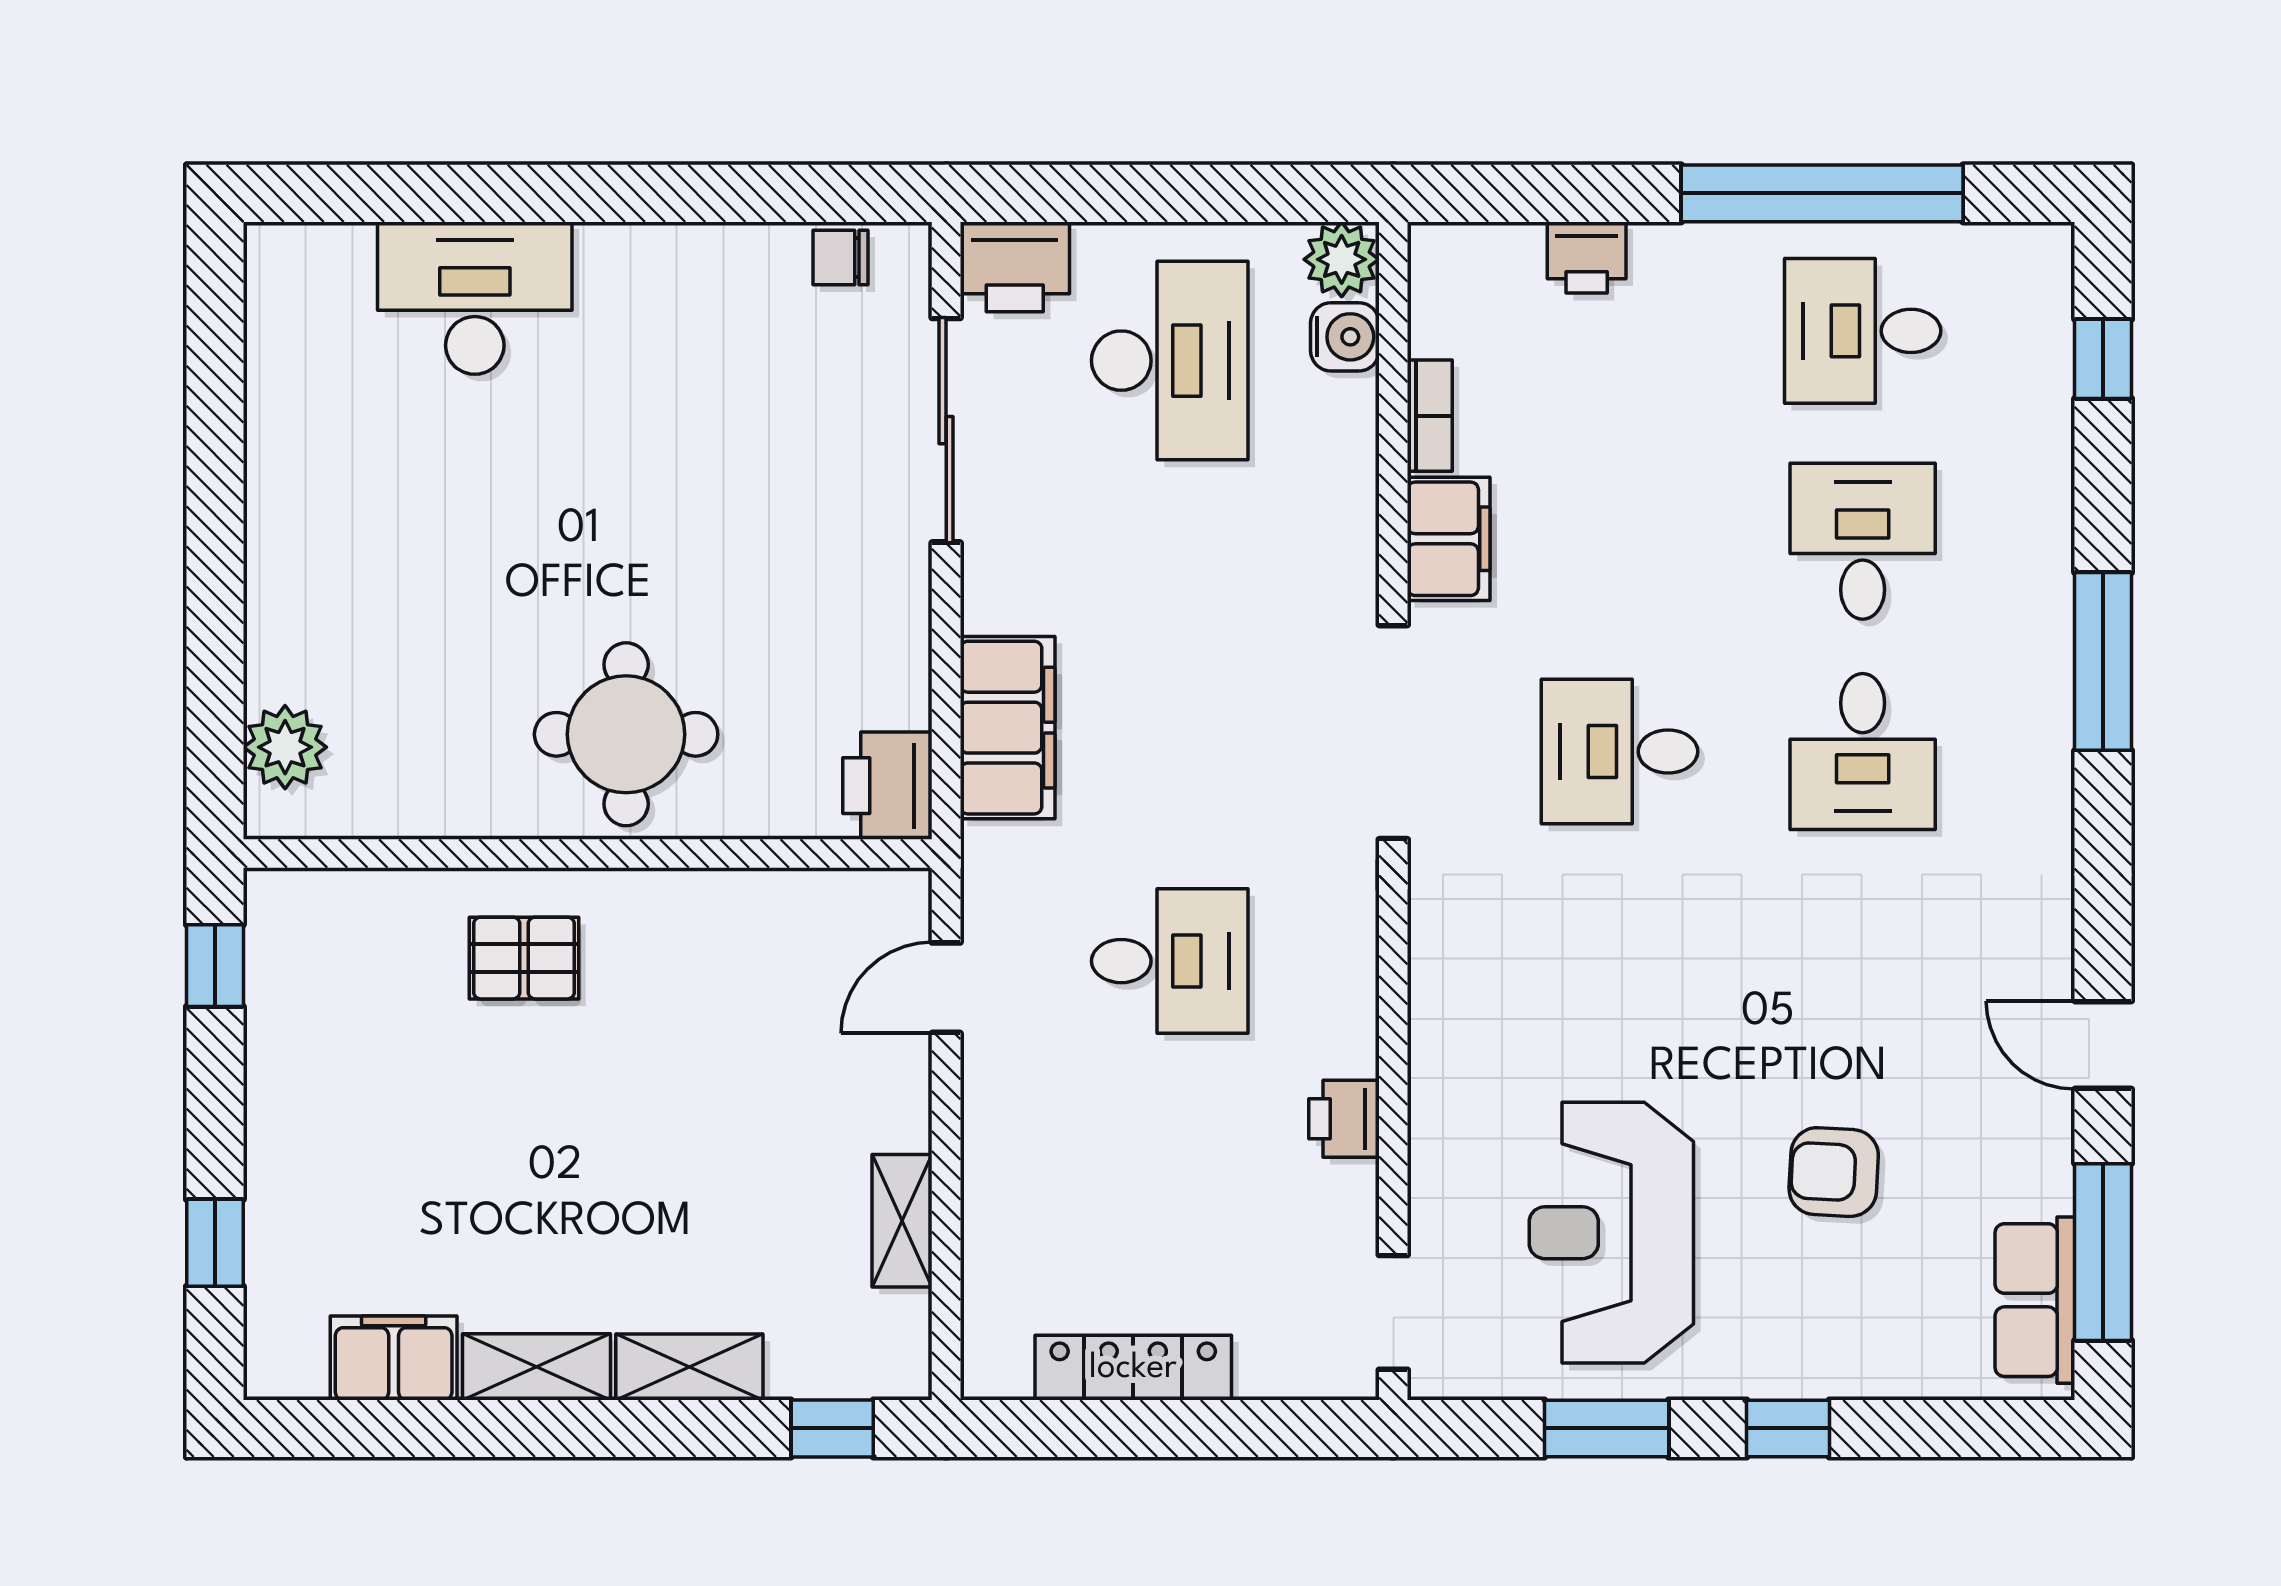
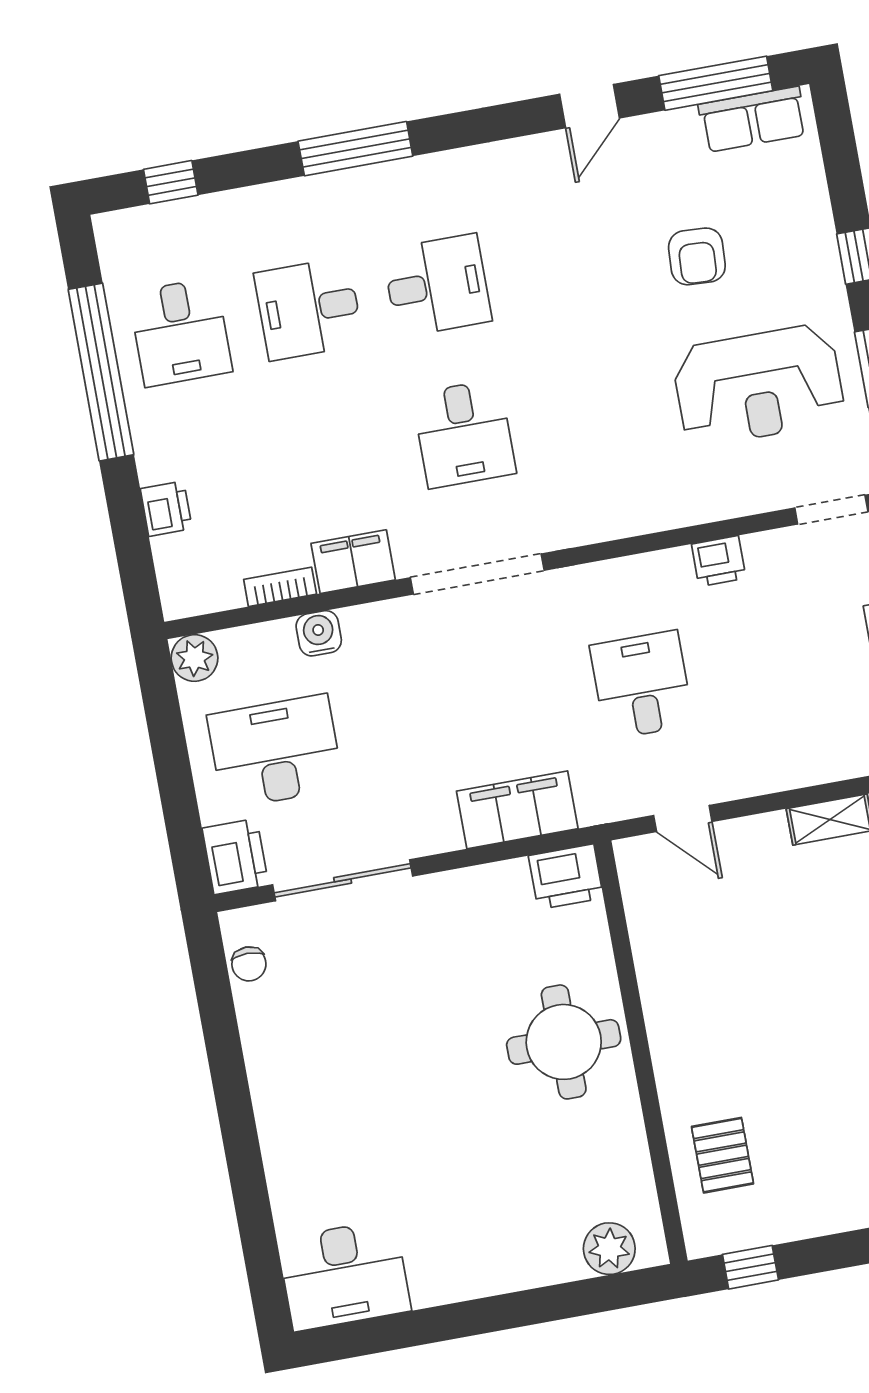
desk: (475, 298) -> (344, 1275), moved, turned -90
water cooler: (1345, 337) -> (319, 633), moved
pallet: (524, 958) -> (723, 1155), moved

